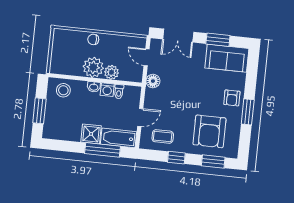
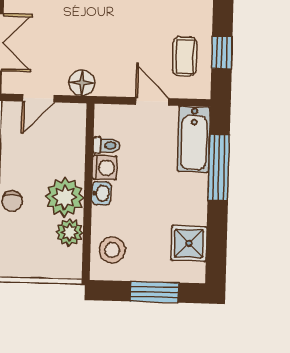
plant: (111, 72) -> (70, 232), moved
shower: (91, 134) -> (189, 243), moved
window: (176, 158) -> (222, 52), moved

